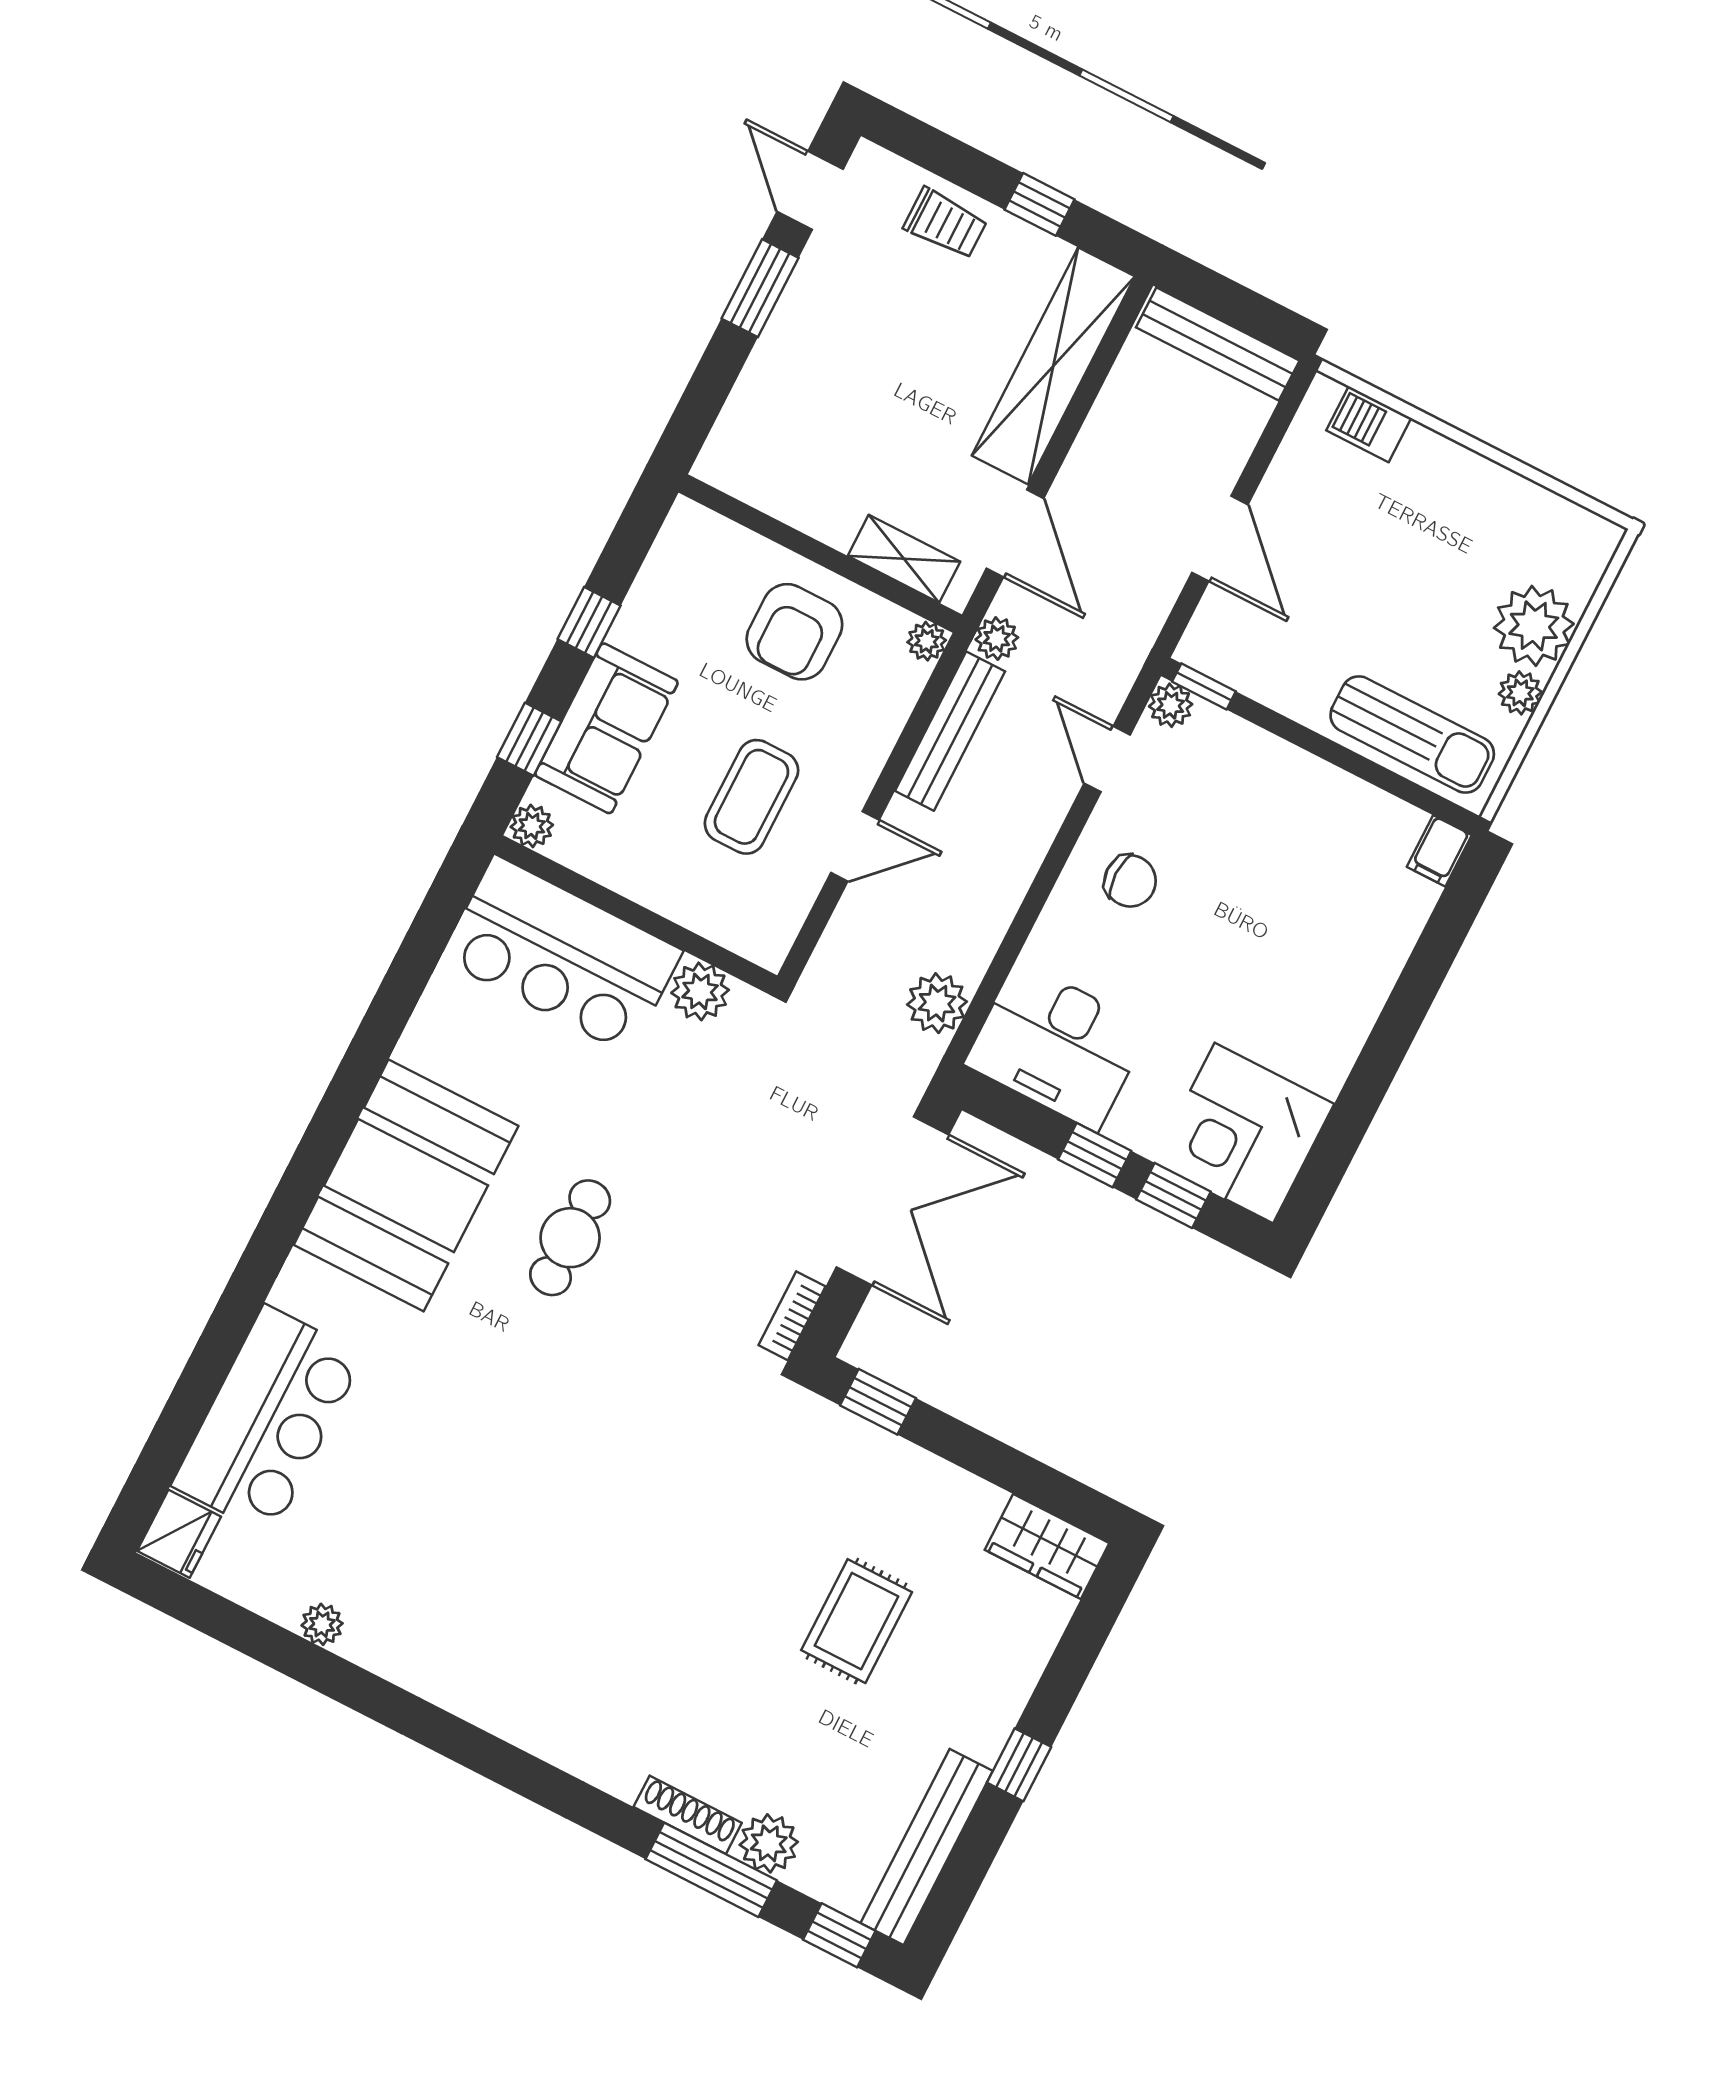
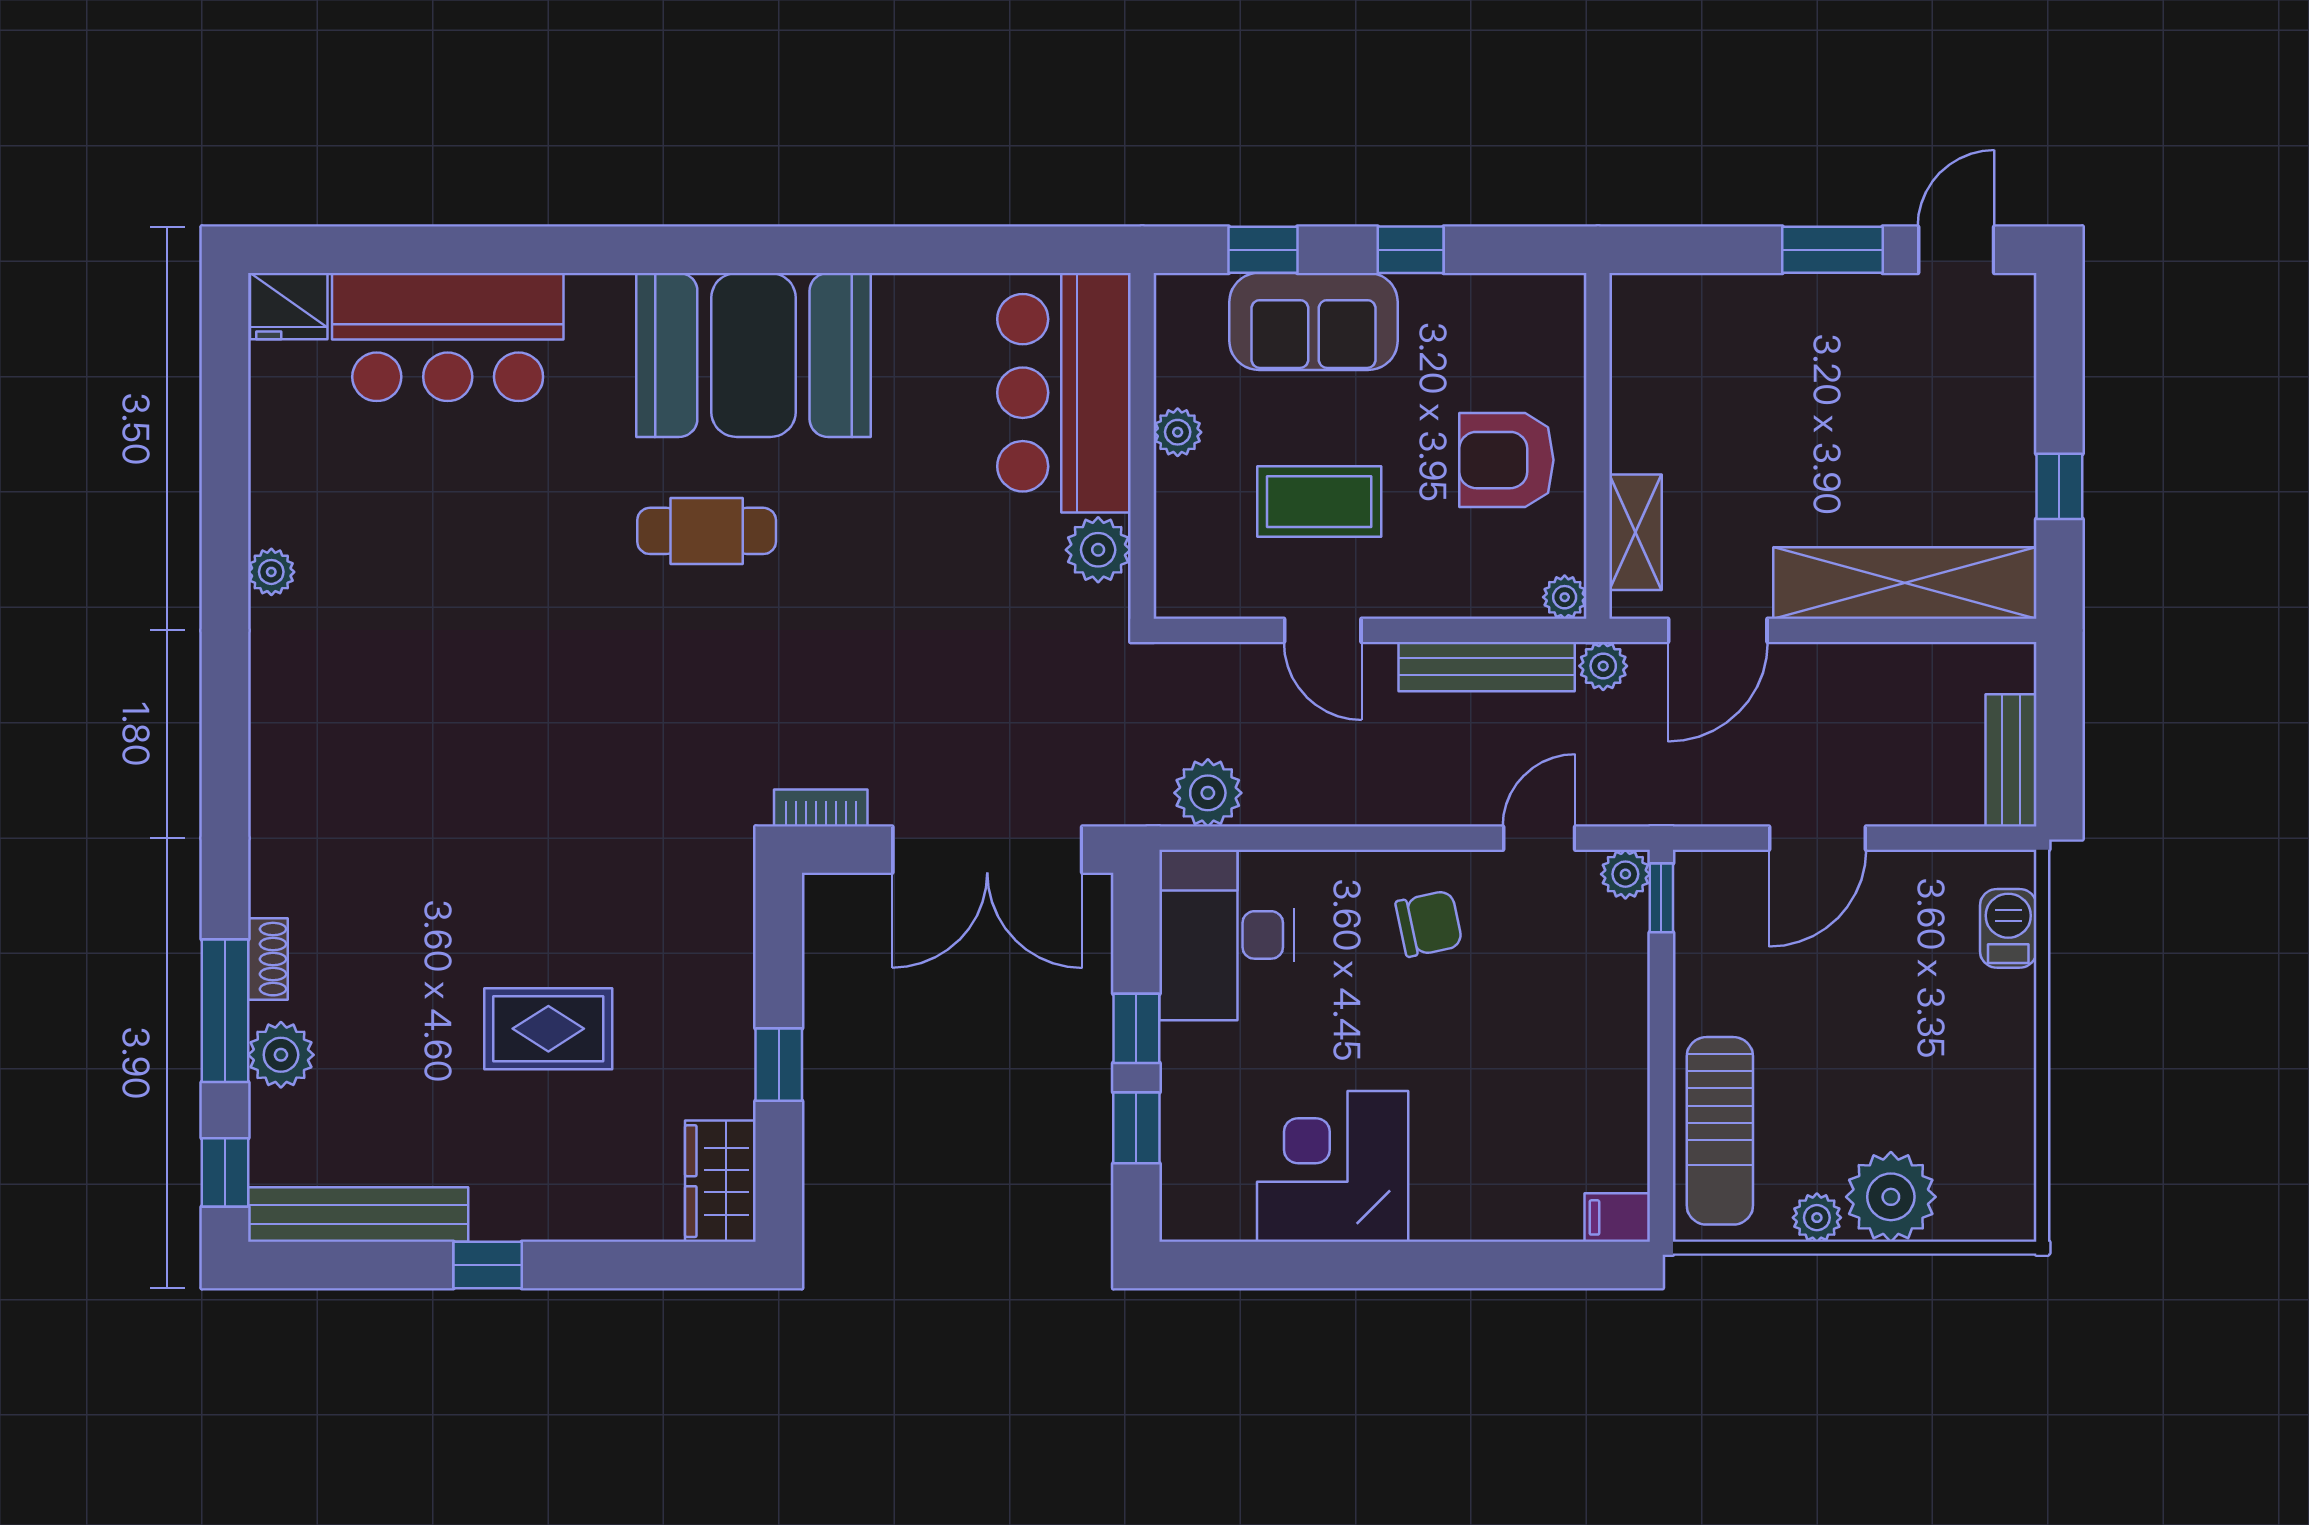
trolley: (945, 223) -> (1992, 402), removed
bench: (1218, 344) -> (2011, 760), width x0.73
plant: (532, 826) -> (1178, 432), moved
chair: (1130, 881) -> (1429, 924), turned -102
corner desk: (1244, 1133) -> (1333, 1166), moved
cafe table: (570, 1238) -> (707, 531), moved
window: (878, 1402) -> (779, 1065), moved
plant: (322, 1624) -> (271, 572), moved
shoe rack: (688, 1815) -> (268, 959), width x0.70

